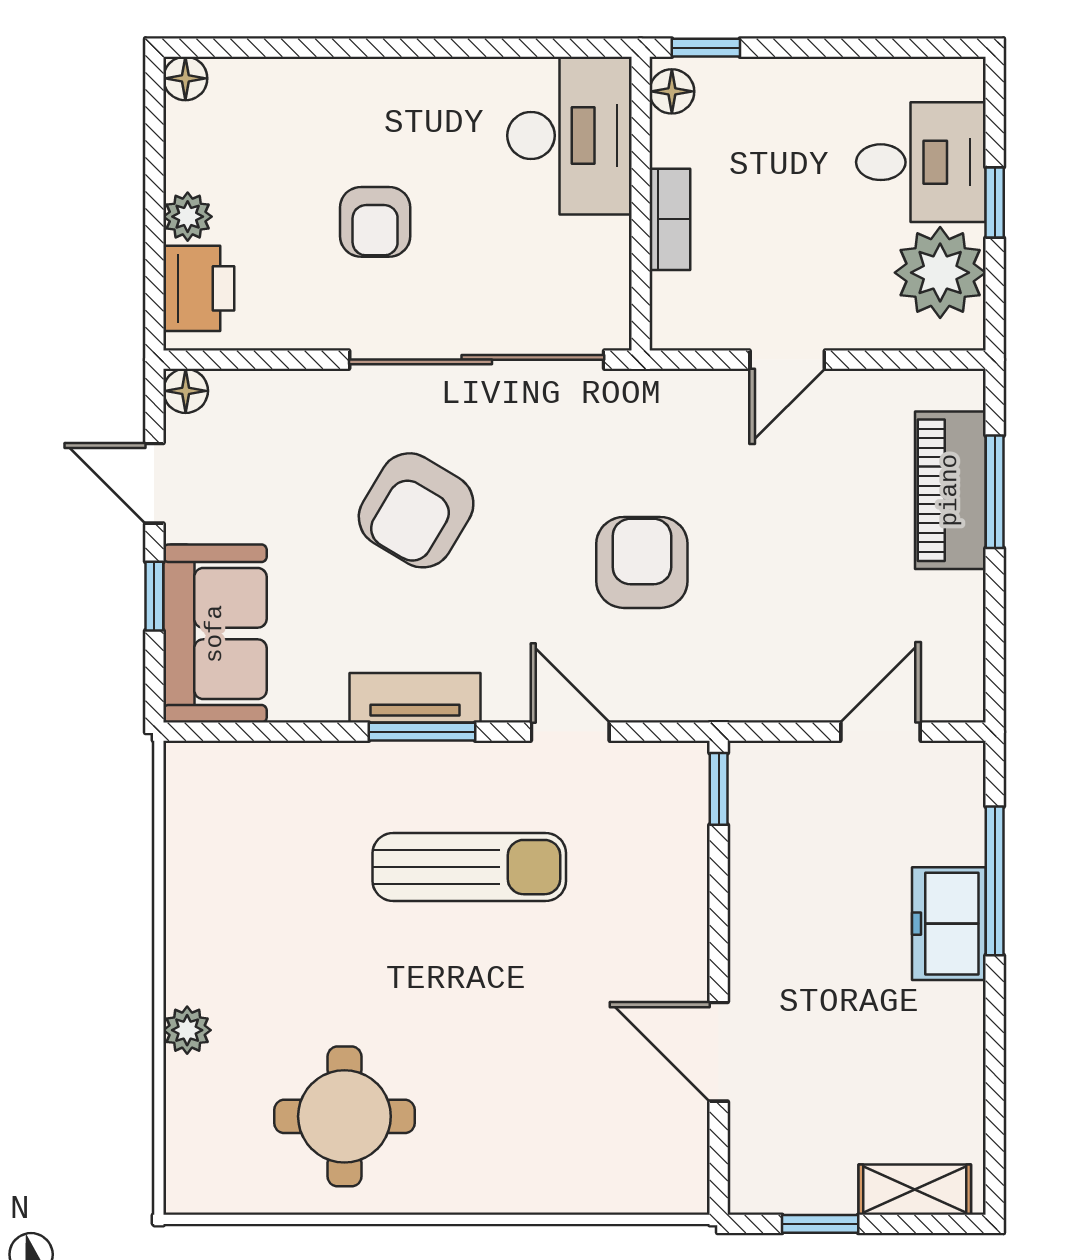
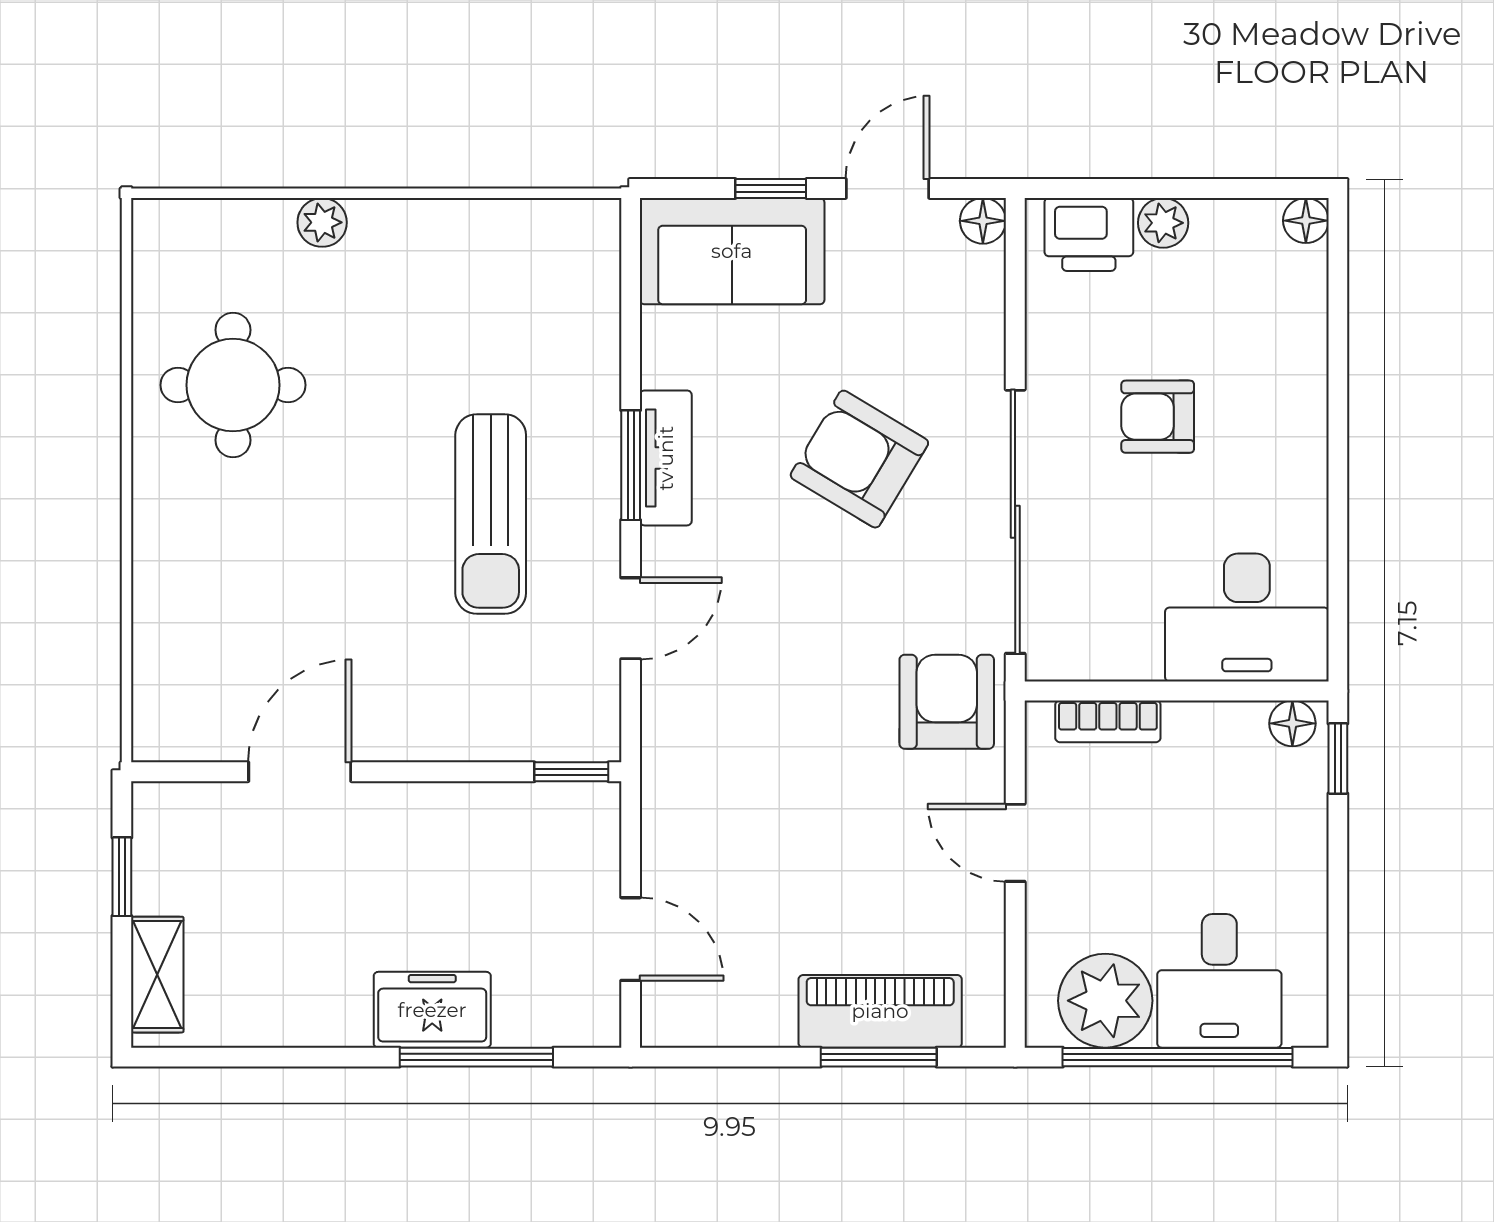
window: (995, 203) -> (1178, 1057), width x3.17
bookcase: (670, 219) -> (1108, 721), moved
armchair: (642, 562) -> (947, 702), moved, turned -90

